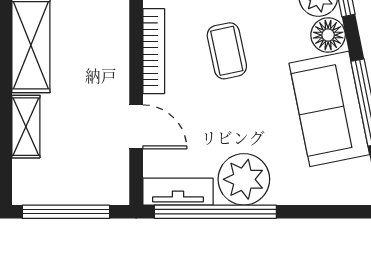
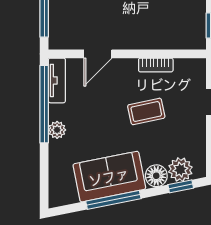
bookcase: (154, 51) -> (156, 65), width x0.64
plant: (244, 179) -> (57, 130), width x0.53, depth x0.53

